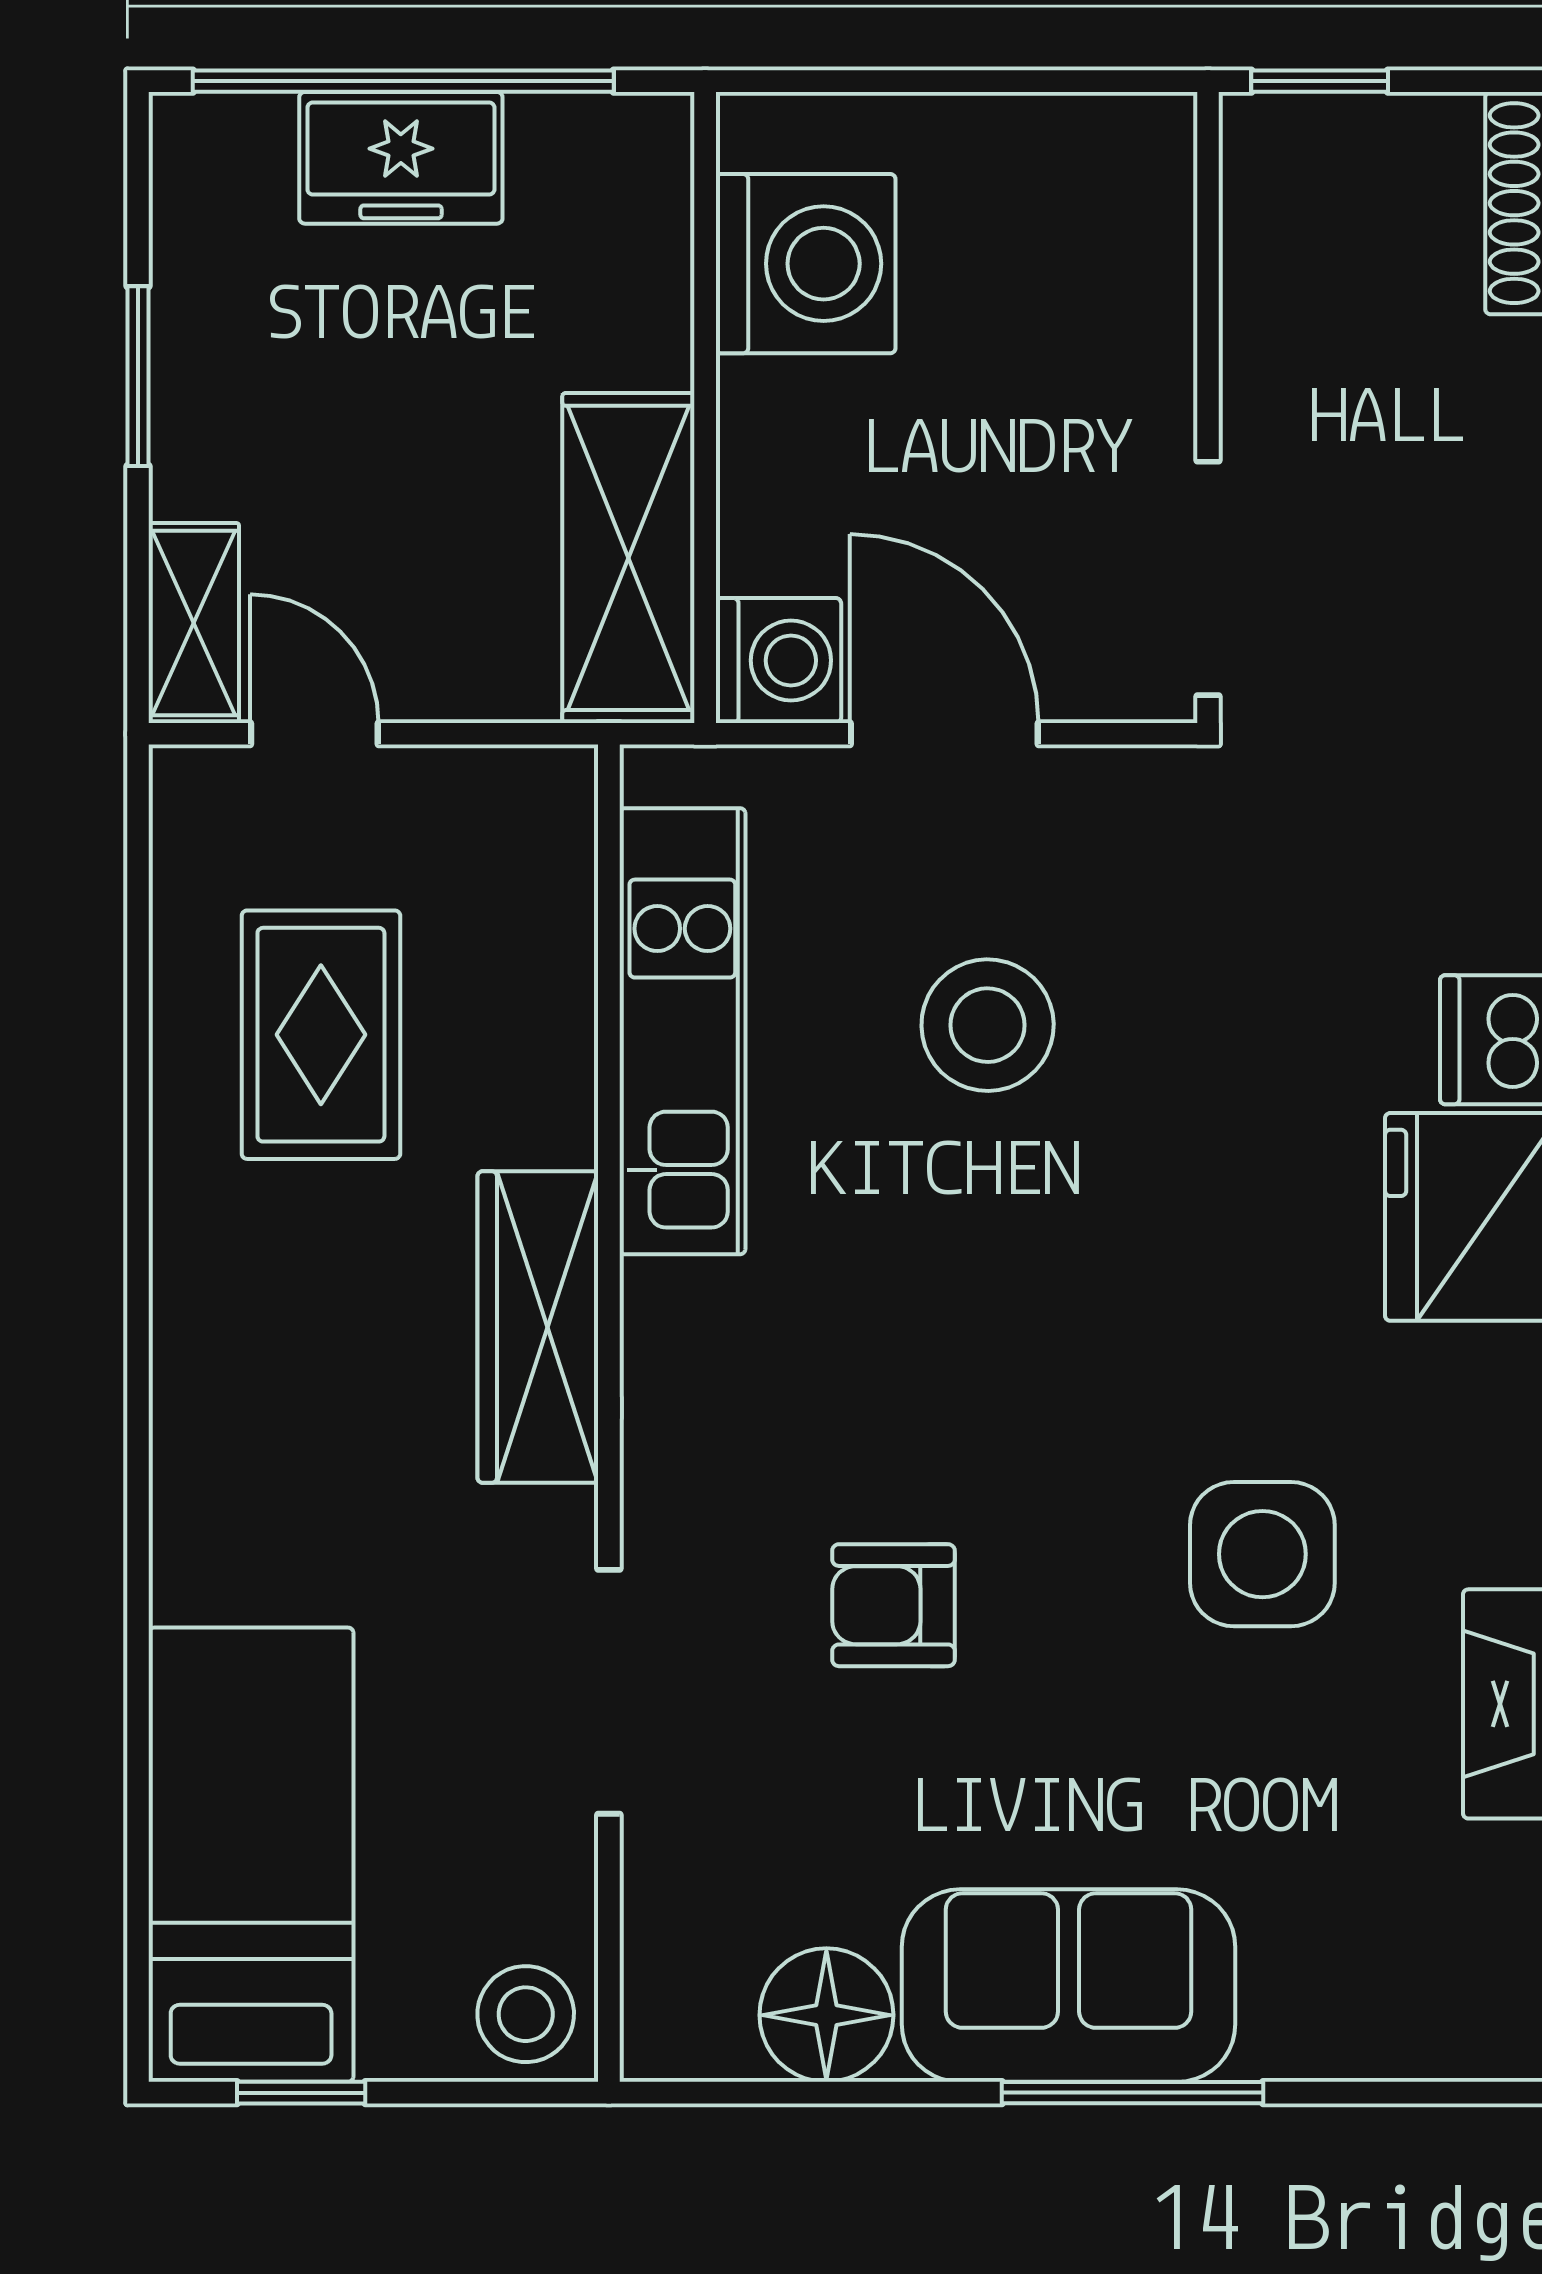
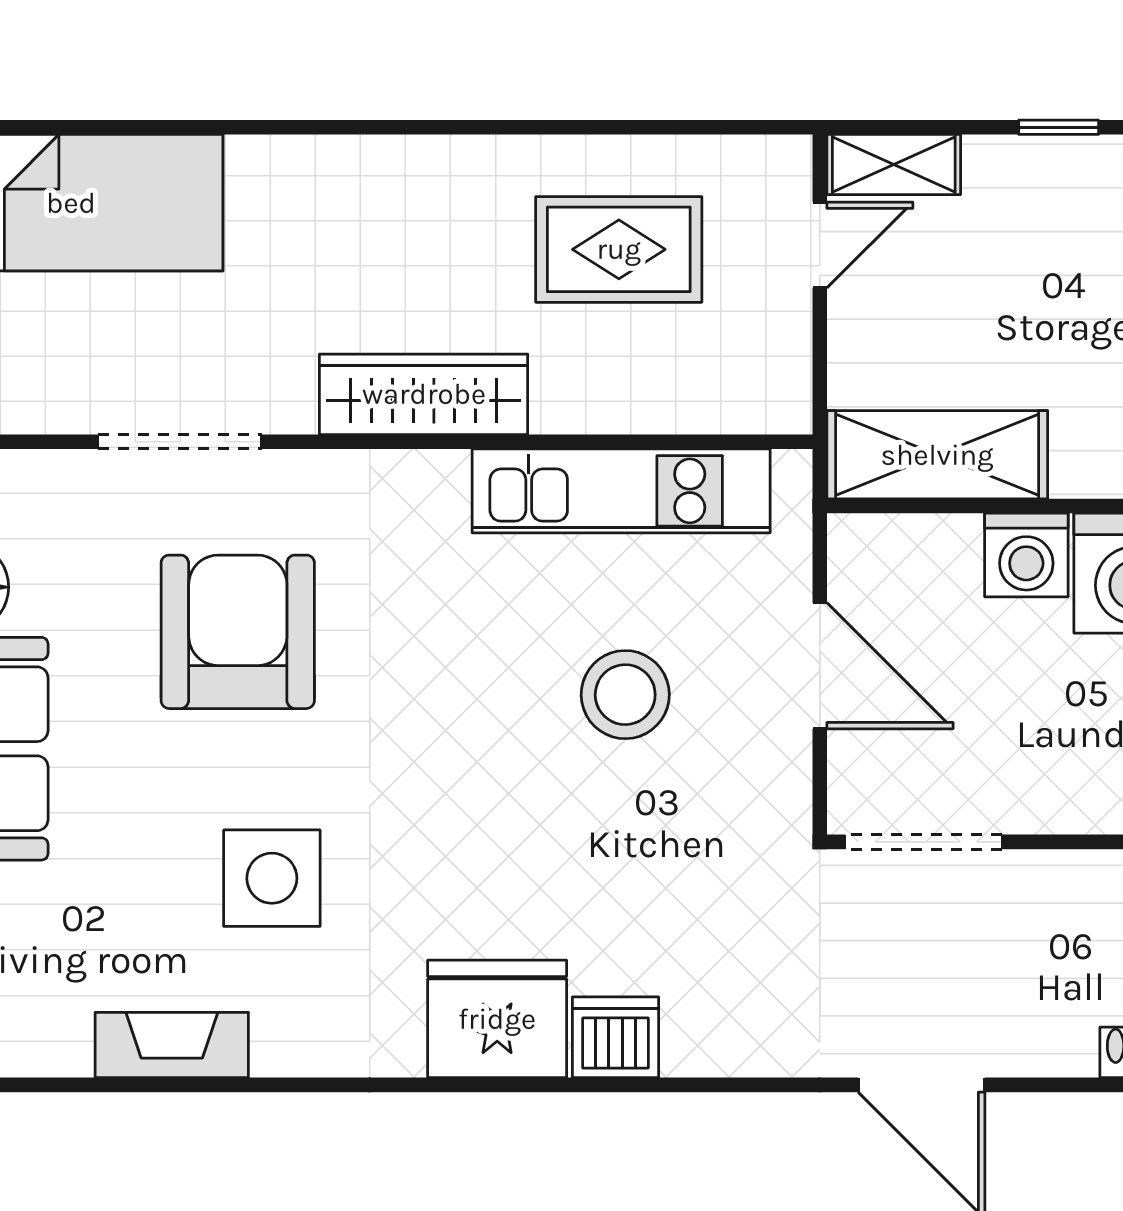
window: (138, 376) -> (1059, 127), width x0.67
washing machine: (778, 660) -> (1026, 555), moved
door: (944, 734) -> (820, 666), hinge flipped
armchair: (893, 1605) -> (238, 632), width x1.88, depth x1.88

